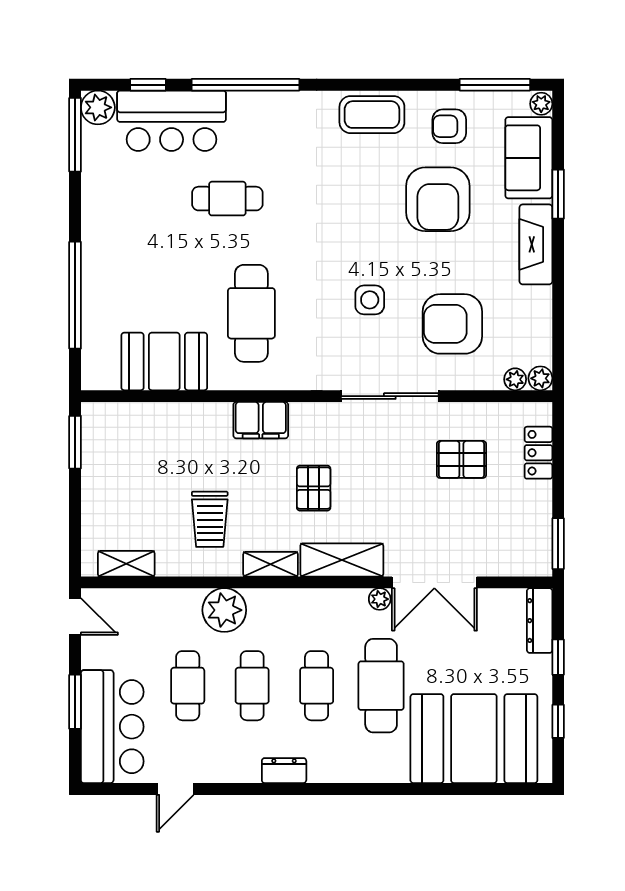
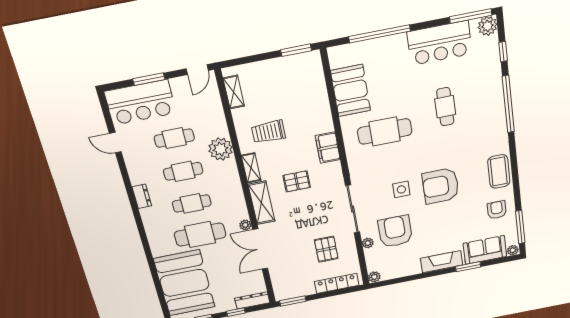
bar counter: (172, 121) -> (440, 43), moved, turned -90
armchair: (438, 199) -> (441, 186), moved
plant: (515, 379) -> (368, 243), moved
locker: (538, 453) -> (337, 283), width x1.53

